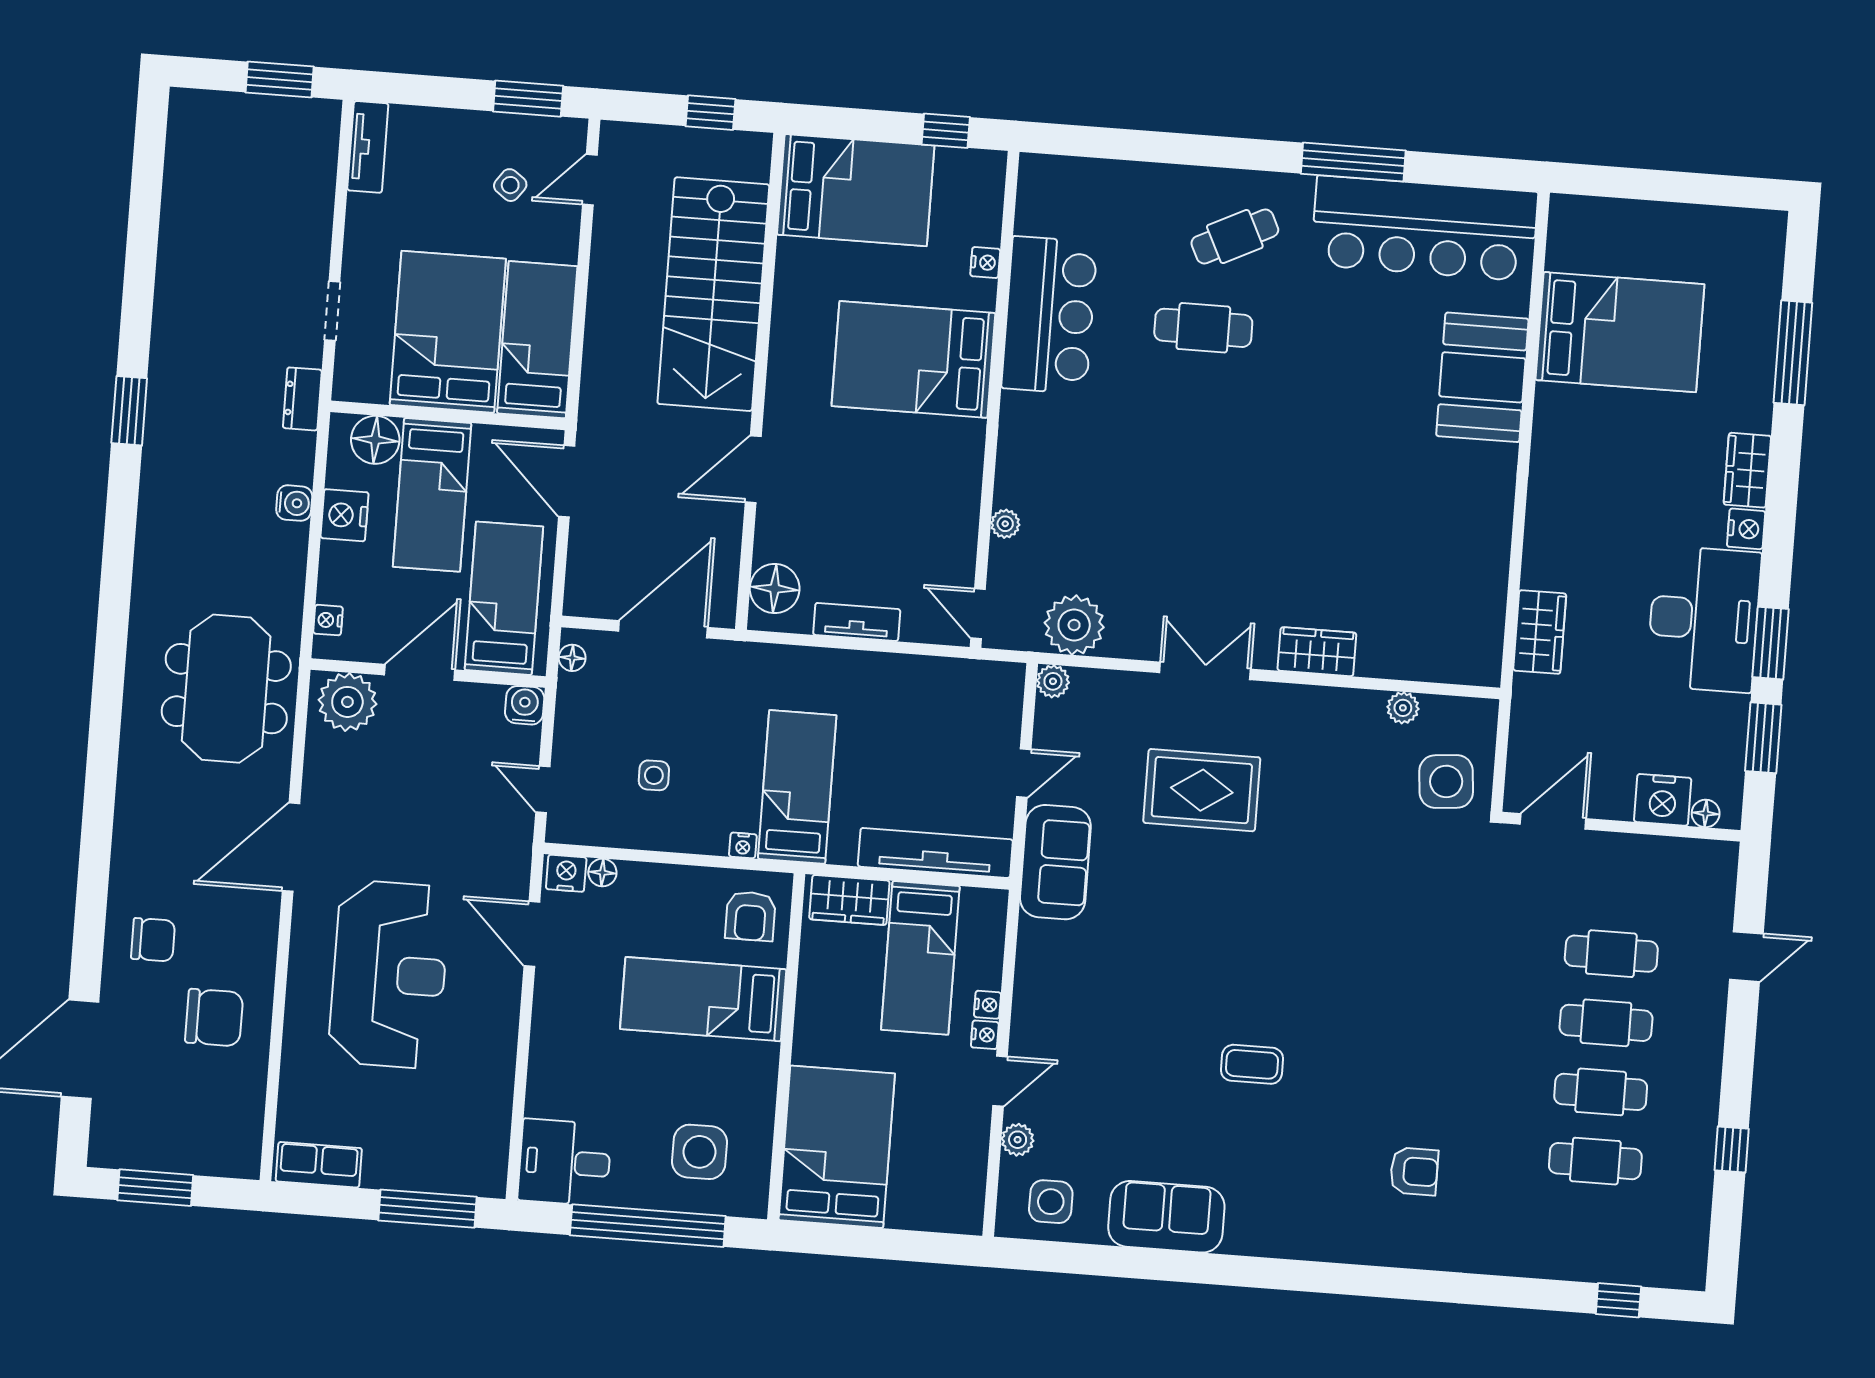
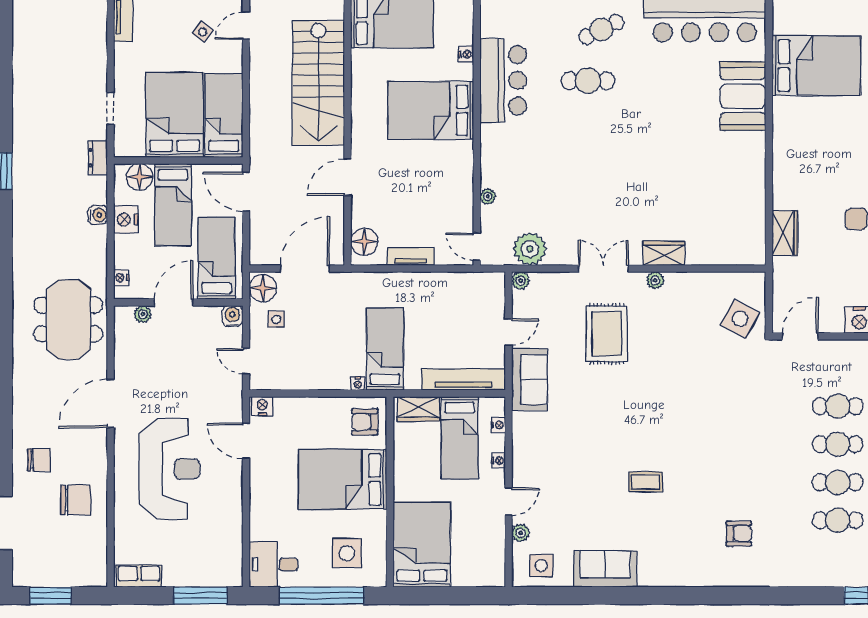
floor lamp: (572, 658) -> (263, 288), width x1.89, depth x1.89
plant: (347, 702) -> (143, 314), width x0.53, depth x0.53
plant: (1403, 708) -> (655, 280), moved
side table: (654, 775) -> (276, 319), moved
side table: (1446, 781) -> (740, 319), turned 33
rug: (1202, 790) -> (607, 334), turned 90
floor lamp: (602, 873) -> (282, 404), removed
armchair: (750, 916) -> (365, 422), turned 90
bed: (703, 999) -> (342, 479), width x1.50
nightstand: (985, 1035) -> (498, 425), moved

